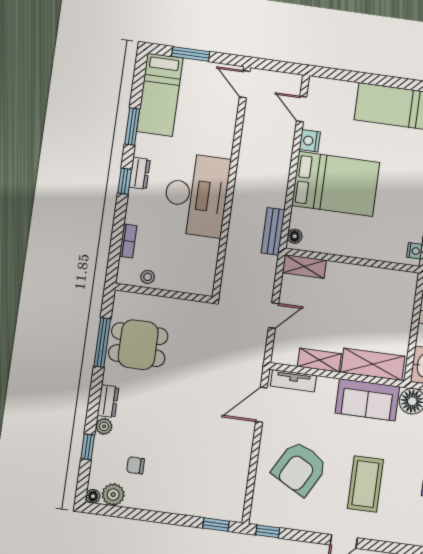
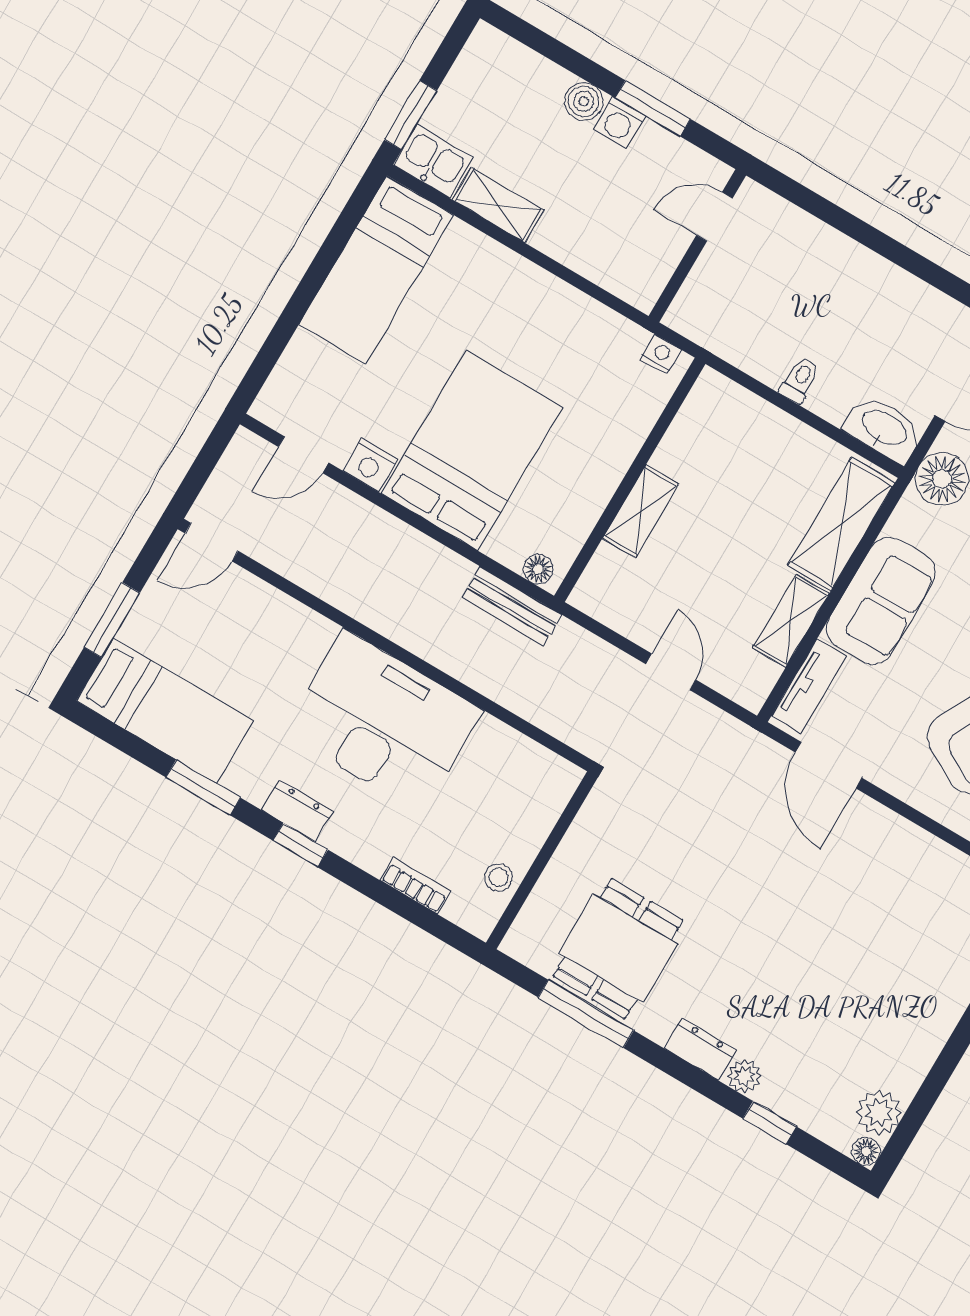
shelving: (304, 266) -> (641, 511), moved
sofa: (367, 400) -> (881, 601), moved
chair: (136, 465) -> (842, 1048), removed

